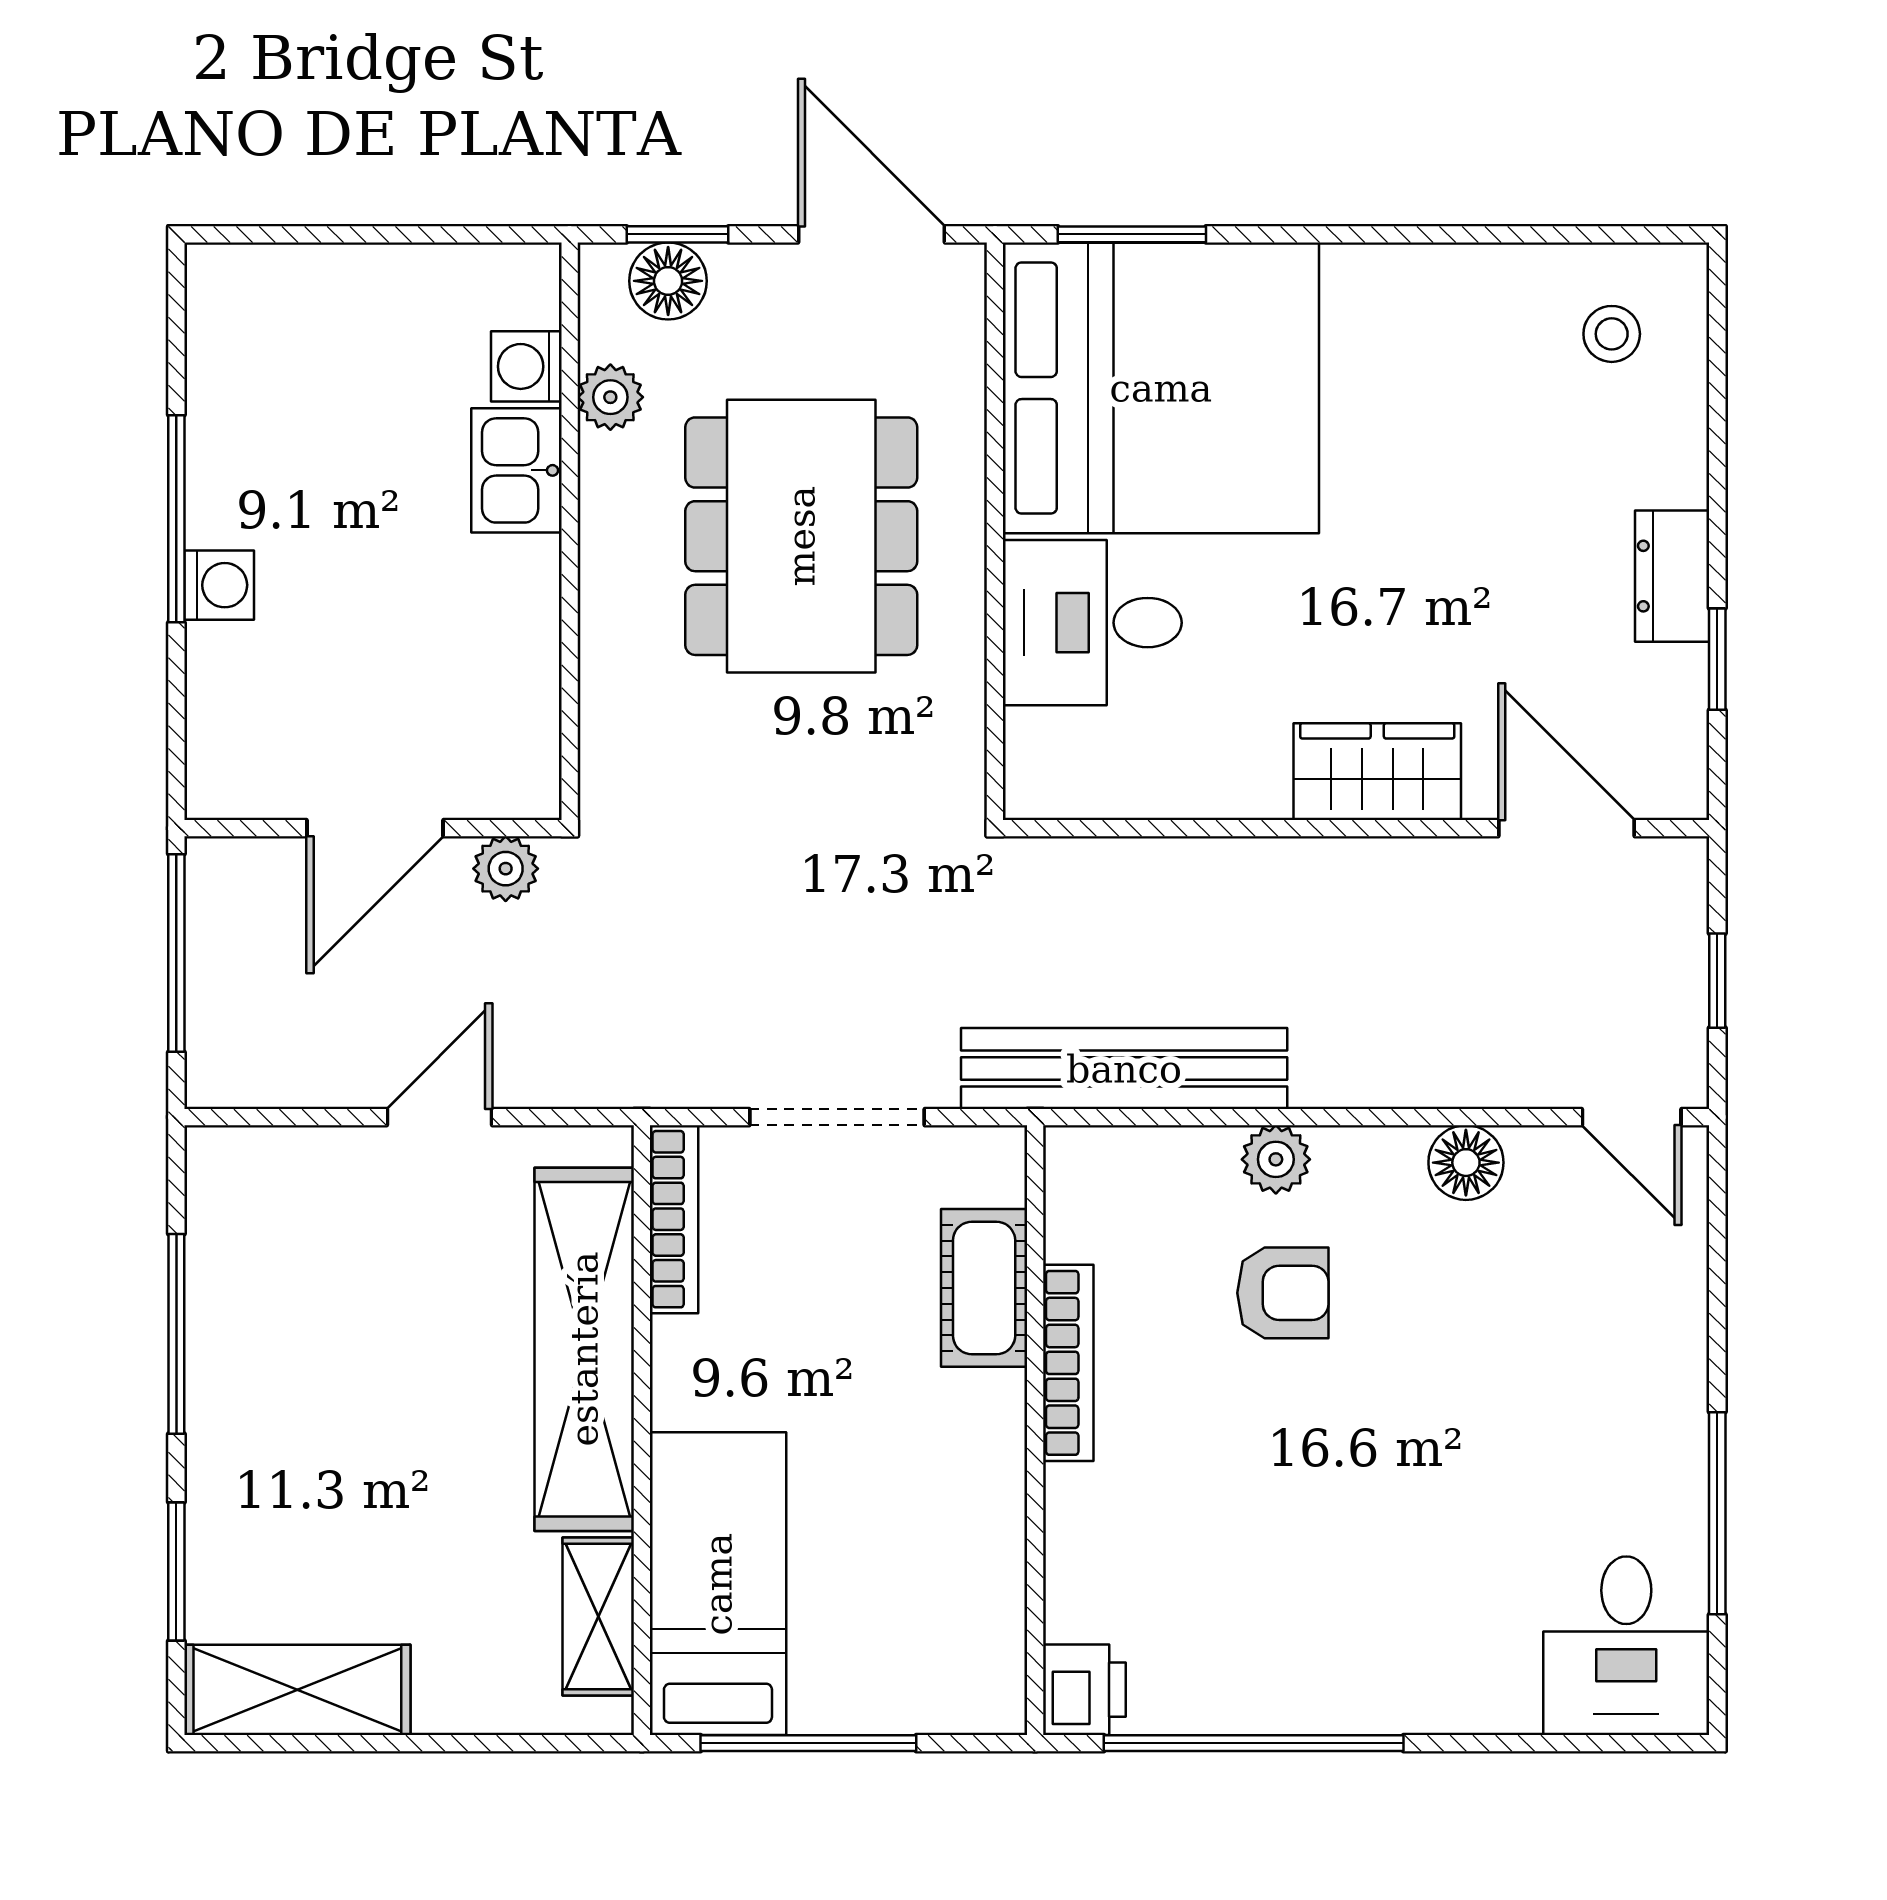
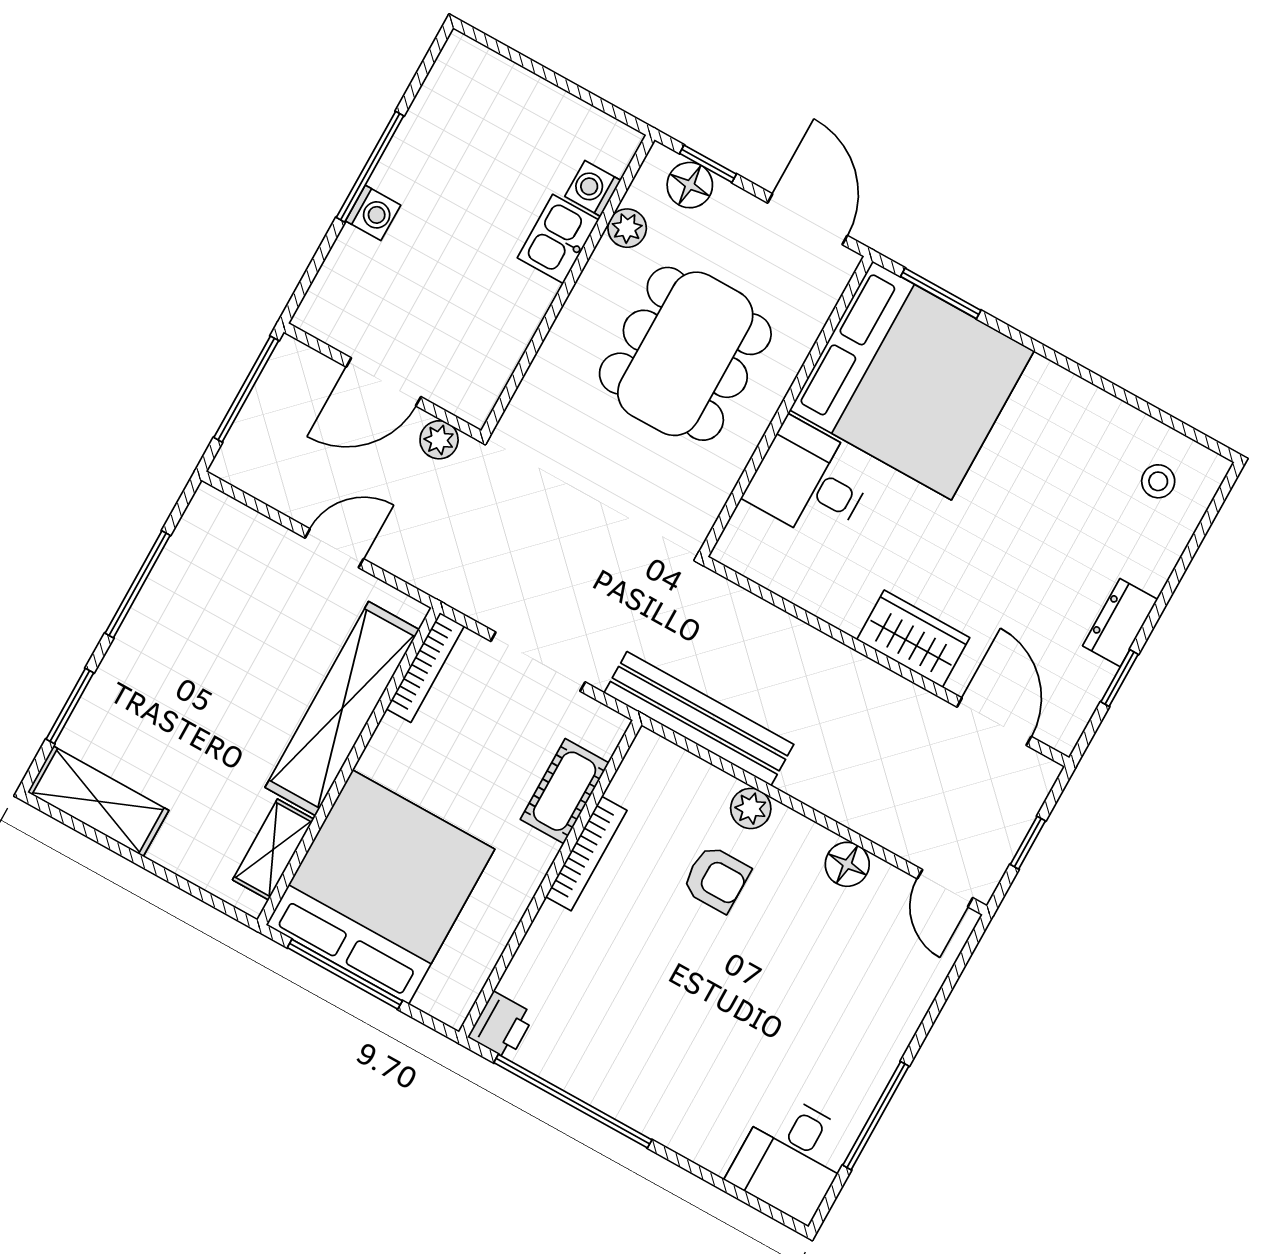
bed: (718, 1584) -> (380, 887), width x2.04

